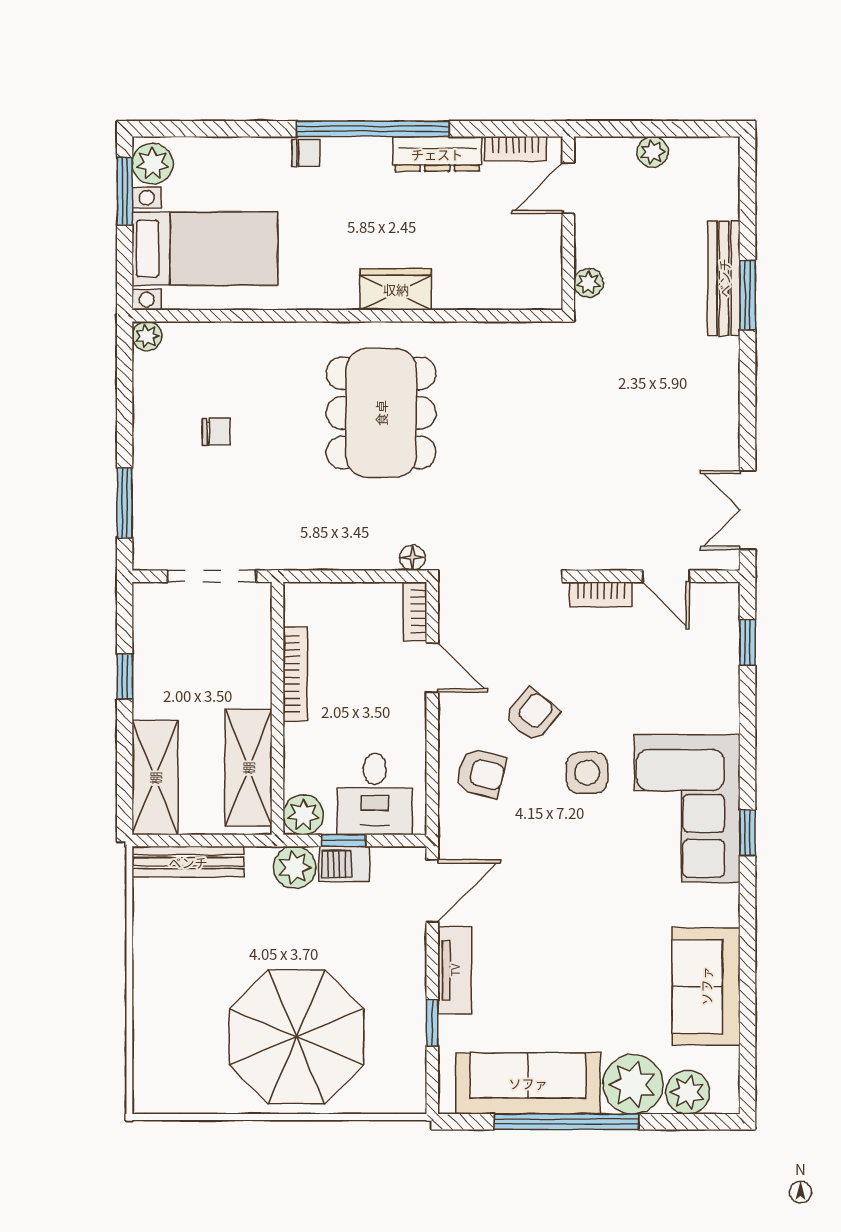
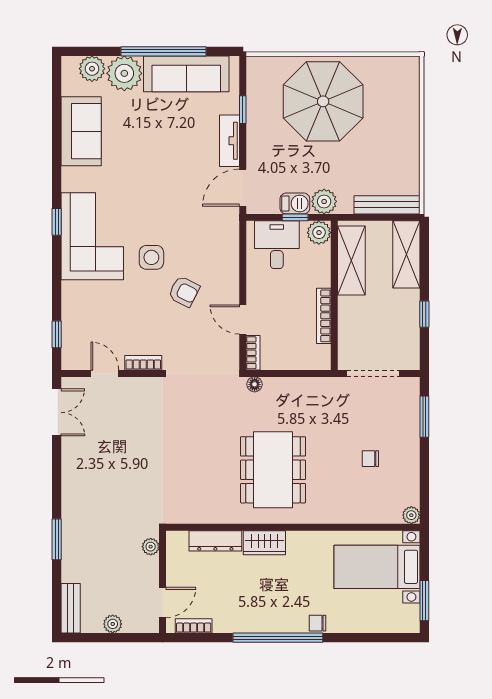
dresser: (437, 154) -> (215, 541), moved, turned 180
plant: (153, 164) -> (408, 617), removed
bench: (724, 278) -> (71, 608), moved, width x0.73
armchair: (532, 715) -> (184, 291), turned -102
armchair: (481, 773) -> (214, 257), removed

